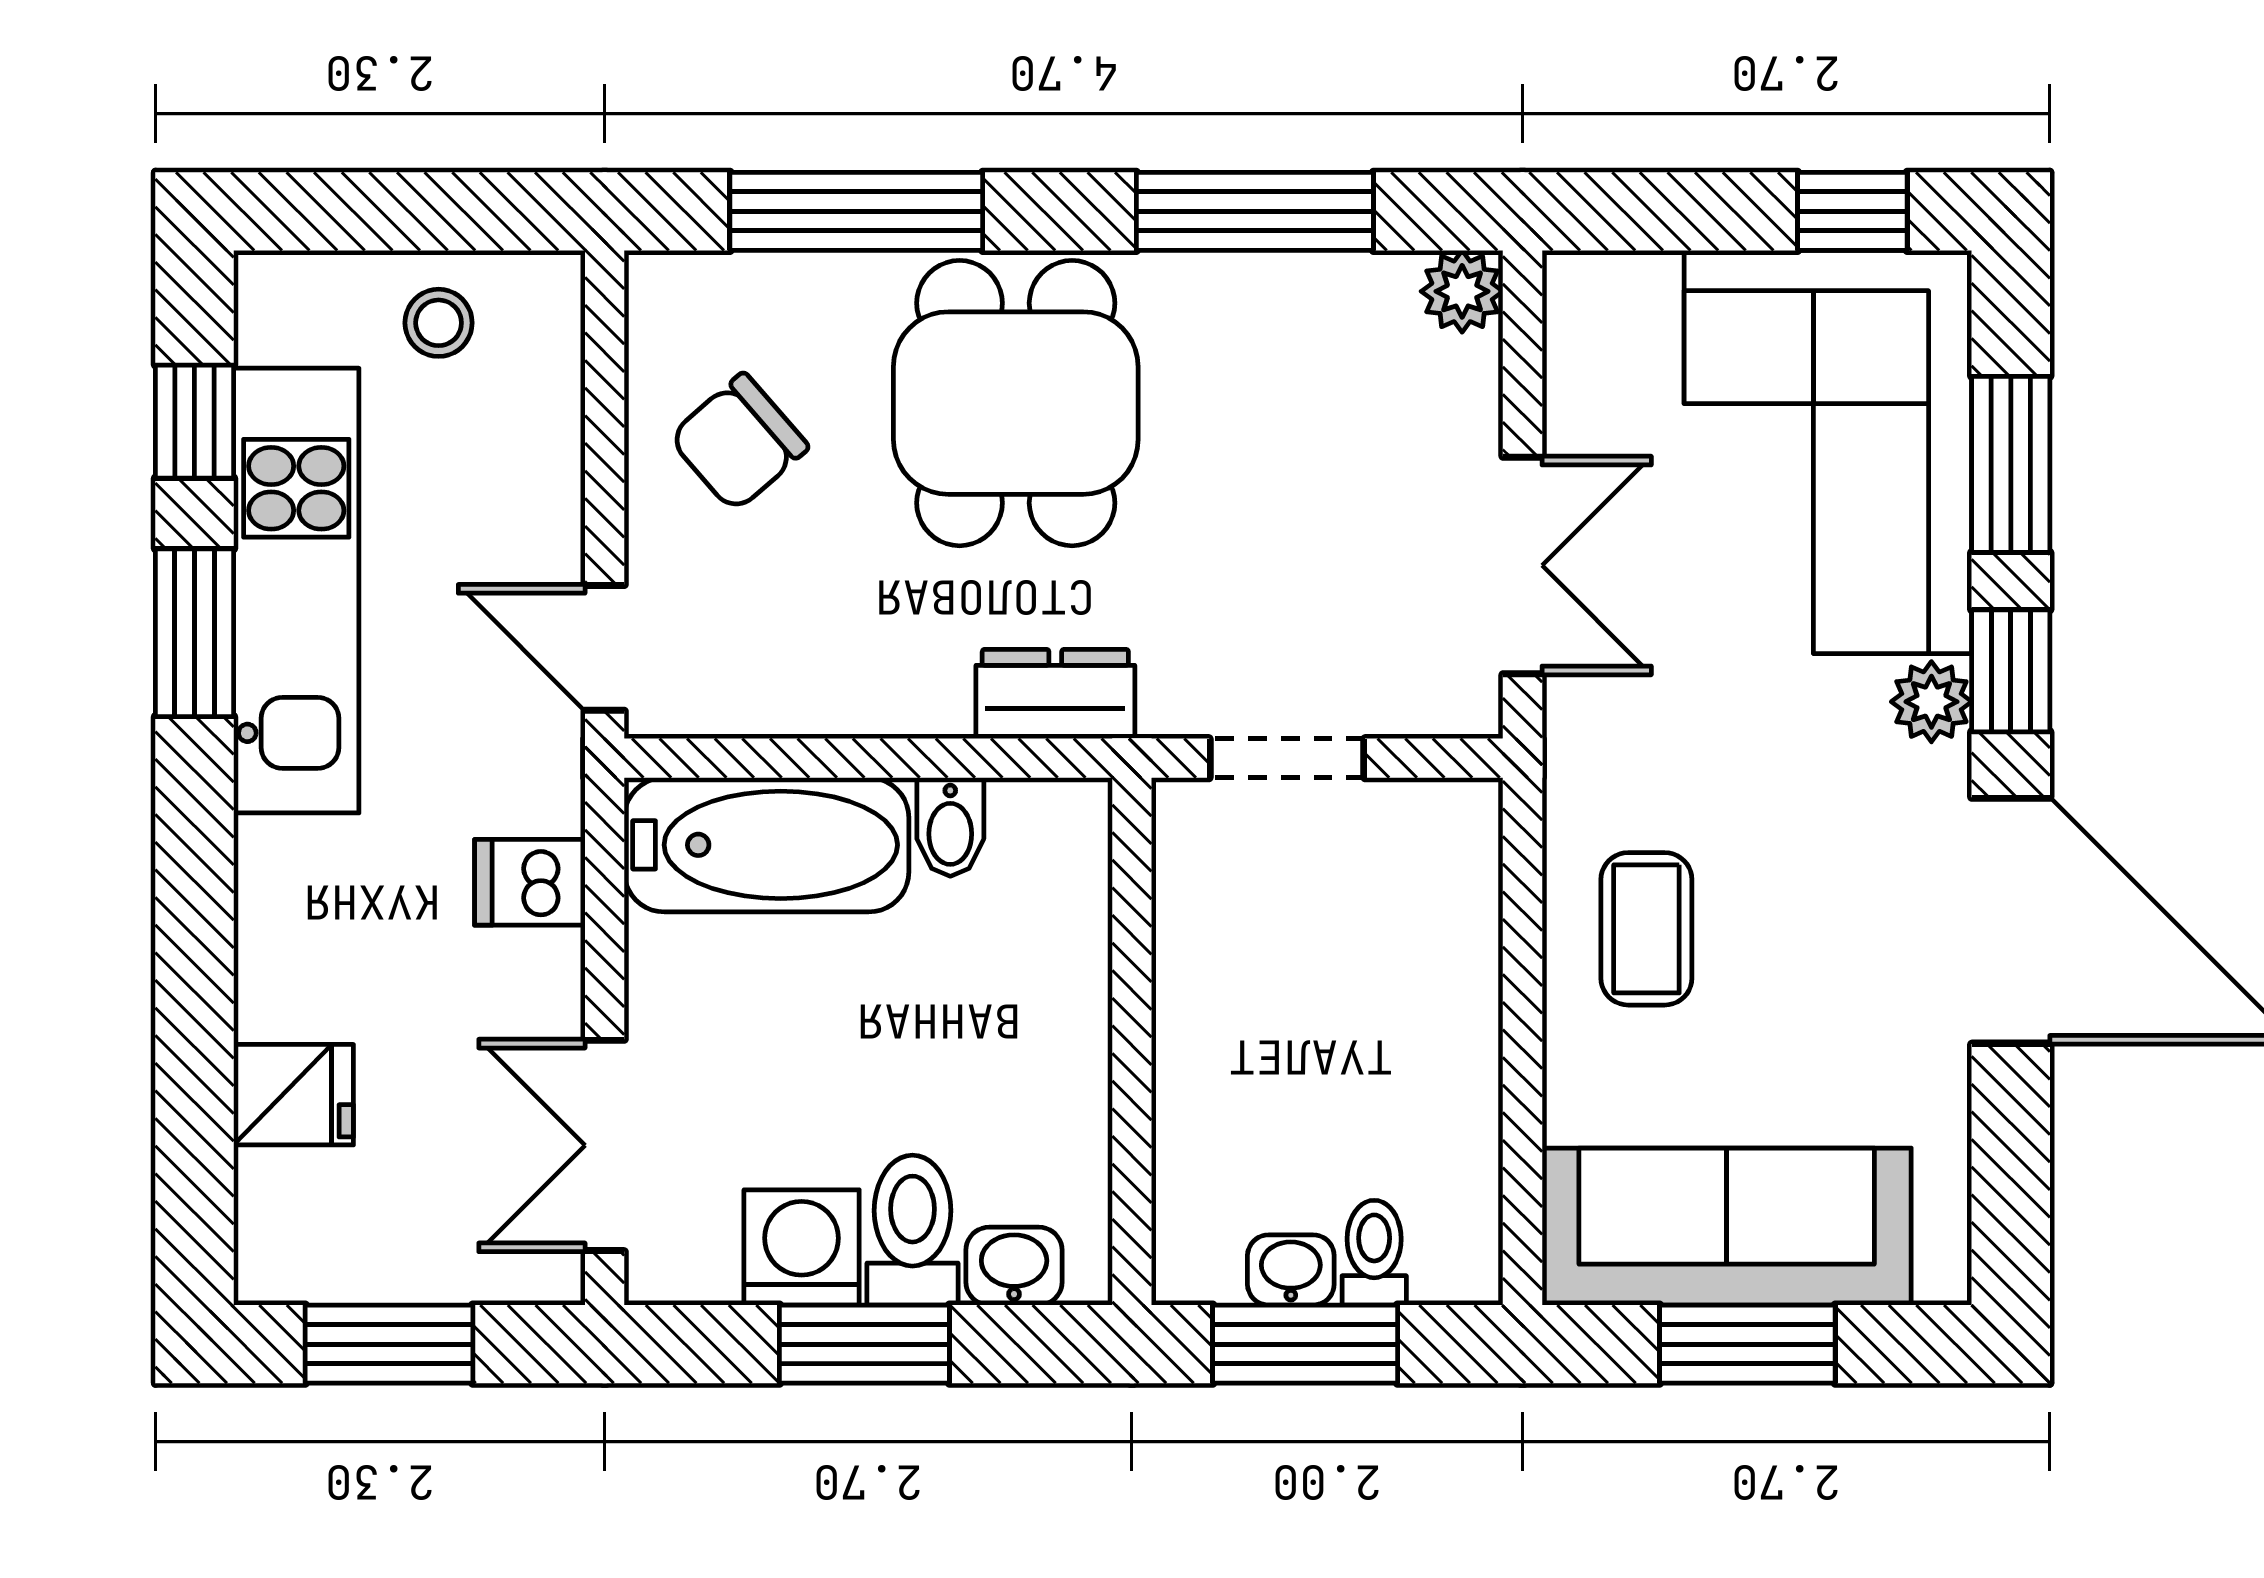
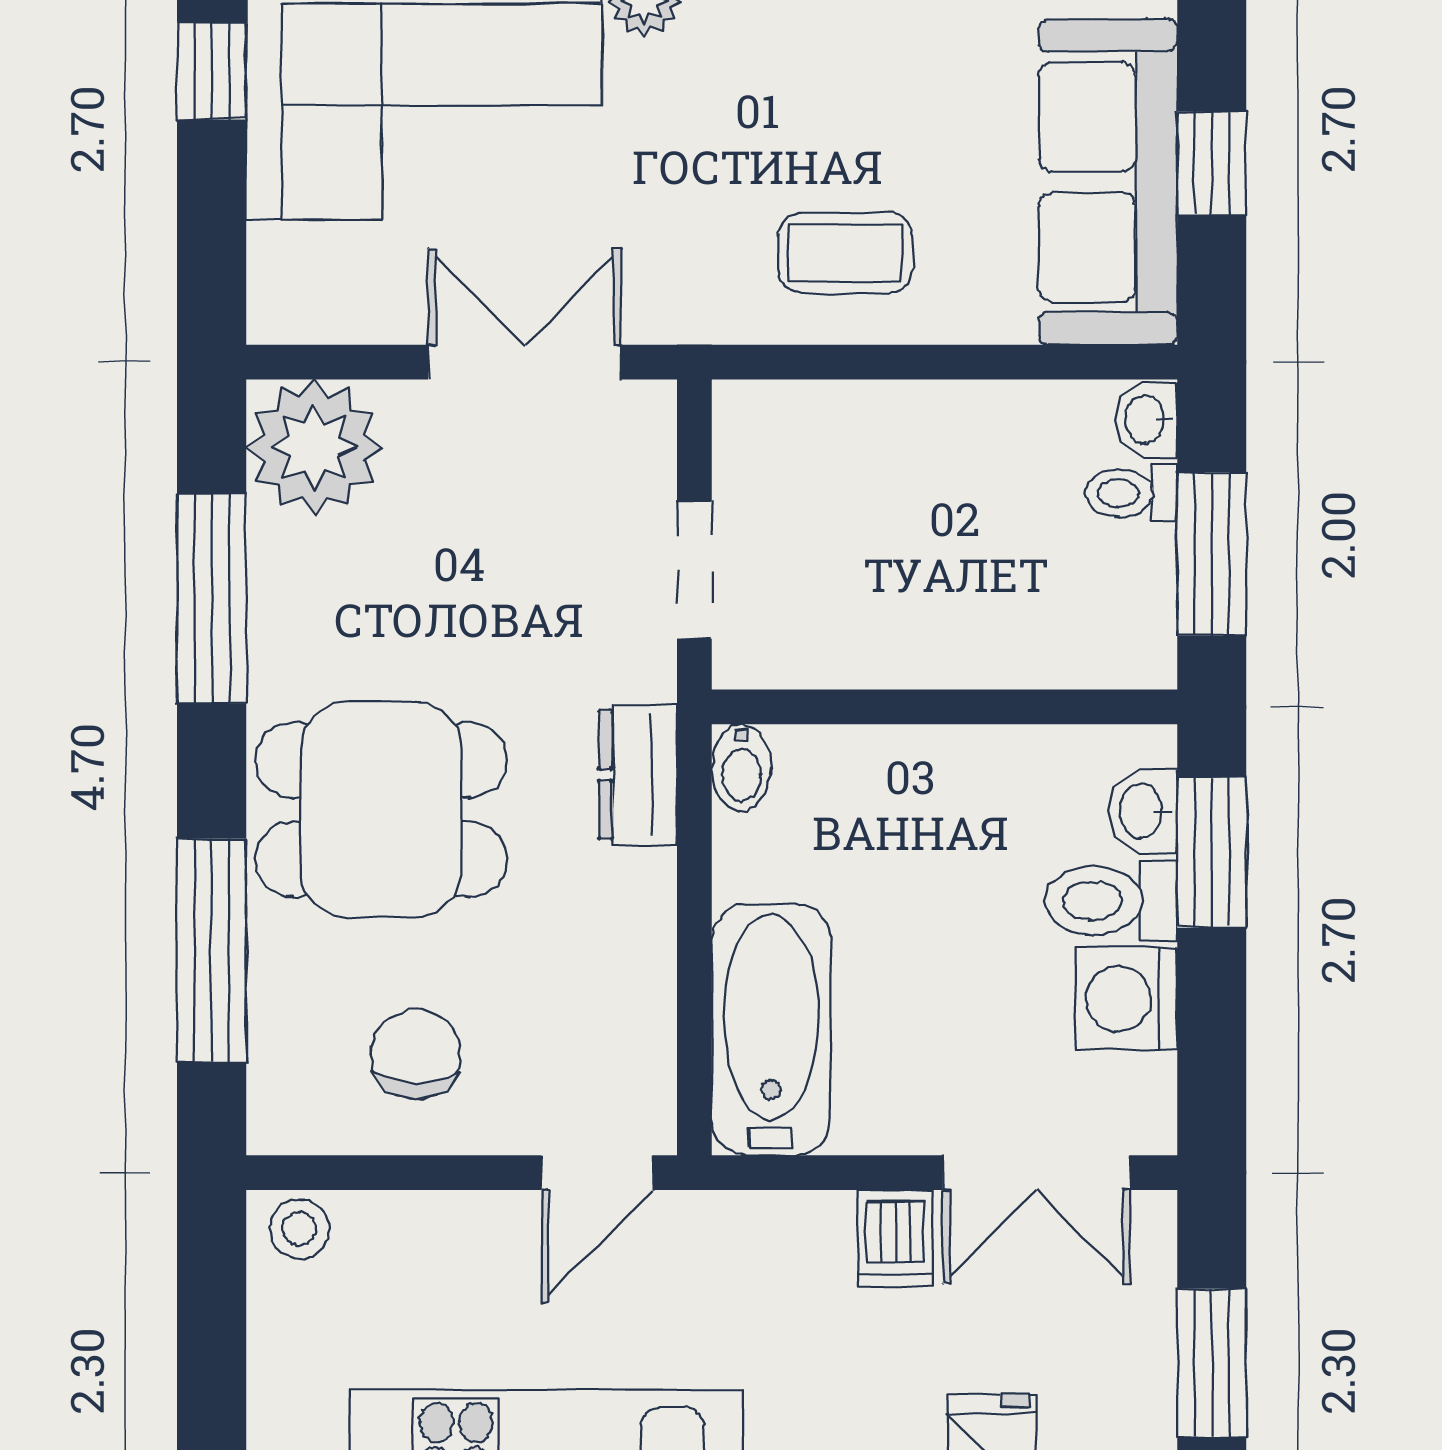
plant: (1462, 291) -> (314, 447), width x1.88, depth x1.88
stool: (439, 323) -> (299, 1229), moved
chair: (739, 442) -> (416, 1054), turned -139
bidet: (950, 827) -> (741, 768), moved, turned 90
dishwasher: (530, 882) -> (895, 1239), moved
washbasin: (1291, 1270) -> (1146, 420), moved
window: (864, 1344) -> (1212, 853), moved
window: (1747, 1344) -> (1212, 164), width x0.67

